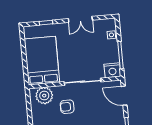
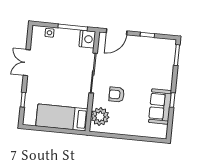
double door: (80, 19) -> (27, 63), swing flipped
bed: (42, 61) -> (62, 117), width x0.67
armchair: (67, 107) -> (117, 94), turned 90

